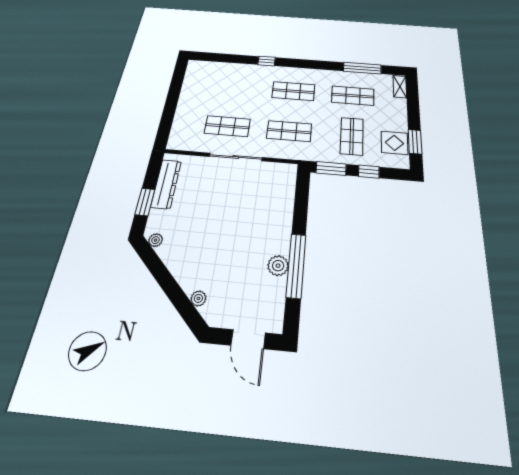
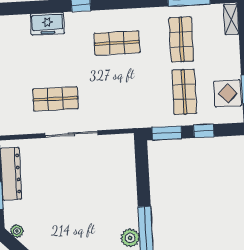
freezer: (234, 70) -> (47, 24), added
shop shelf: (353, 96) -> (181, 39), turned 90
shop shelf: (289, 131) -> (120, 95), removed

